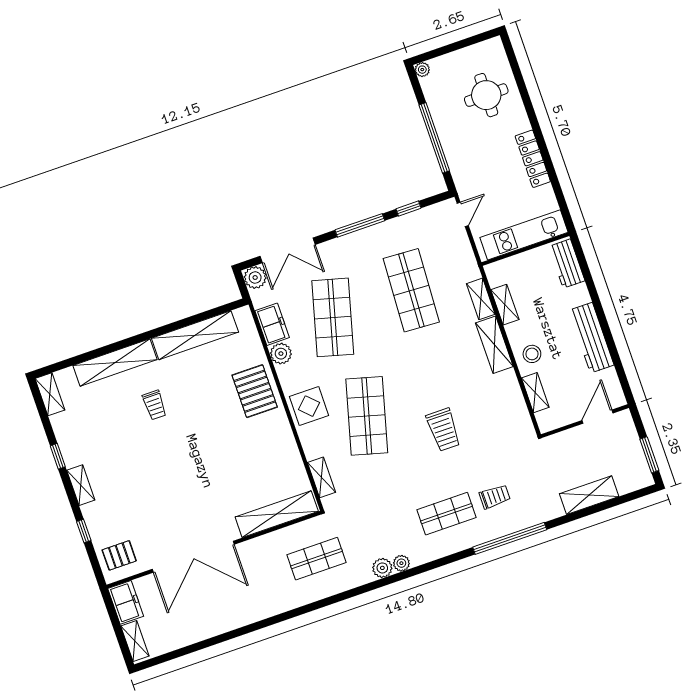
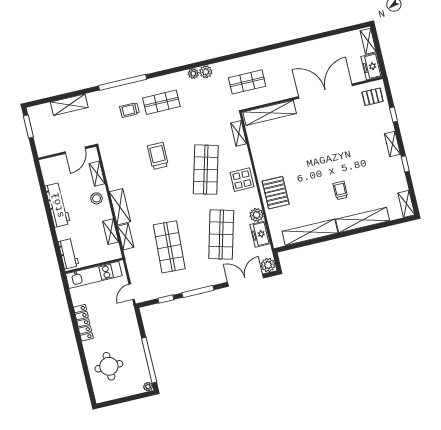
window: (434, 138) -> (149, 360), moved
door: (598, 417) -> (75, 150), moved

